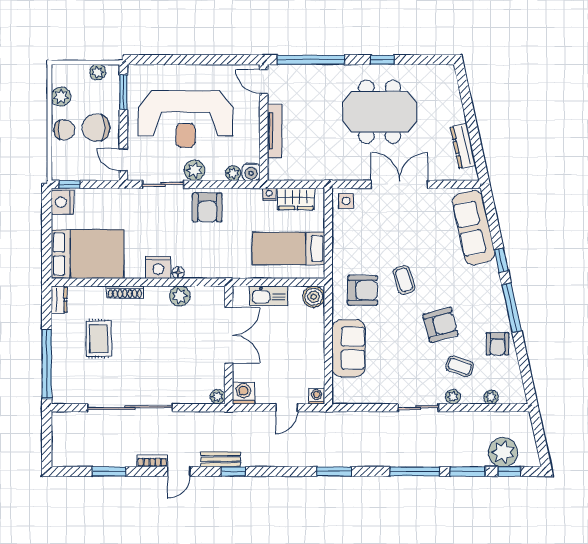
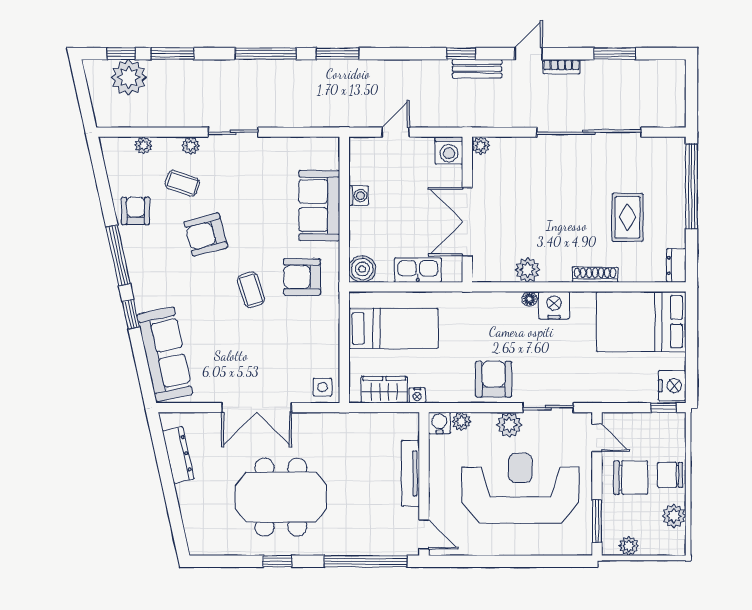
washing machine: (317, 396) -> (359, 196), moved, turned -90
window: (415, 471) -> (266, 54), moved

